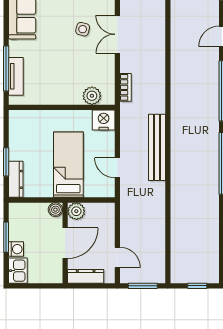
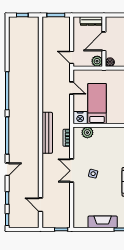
double door: (117, 34) -> (72, 171), swing flipped
bench: (157, 147) -> (47, 133), moved
bed: (68, 165) -> (97, 104), moved, turned 180
door: (117, 257) -> (72, 57), moved

